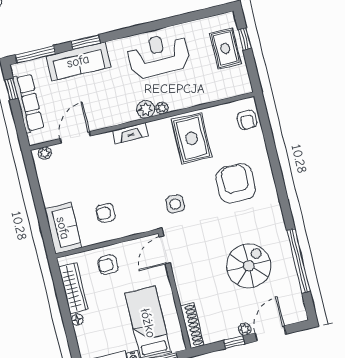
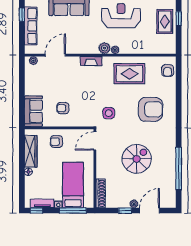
rug: (192, 138) -> (129, 74), turned 90
armchair: (236, 183) -> (151, 109), turned 90
spiral stairs: (249, 266) -> (137, 159), moved

